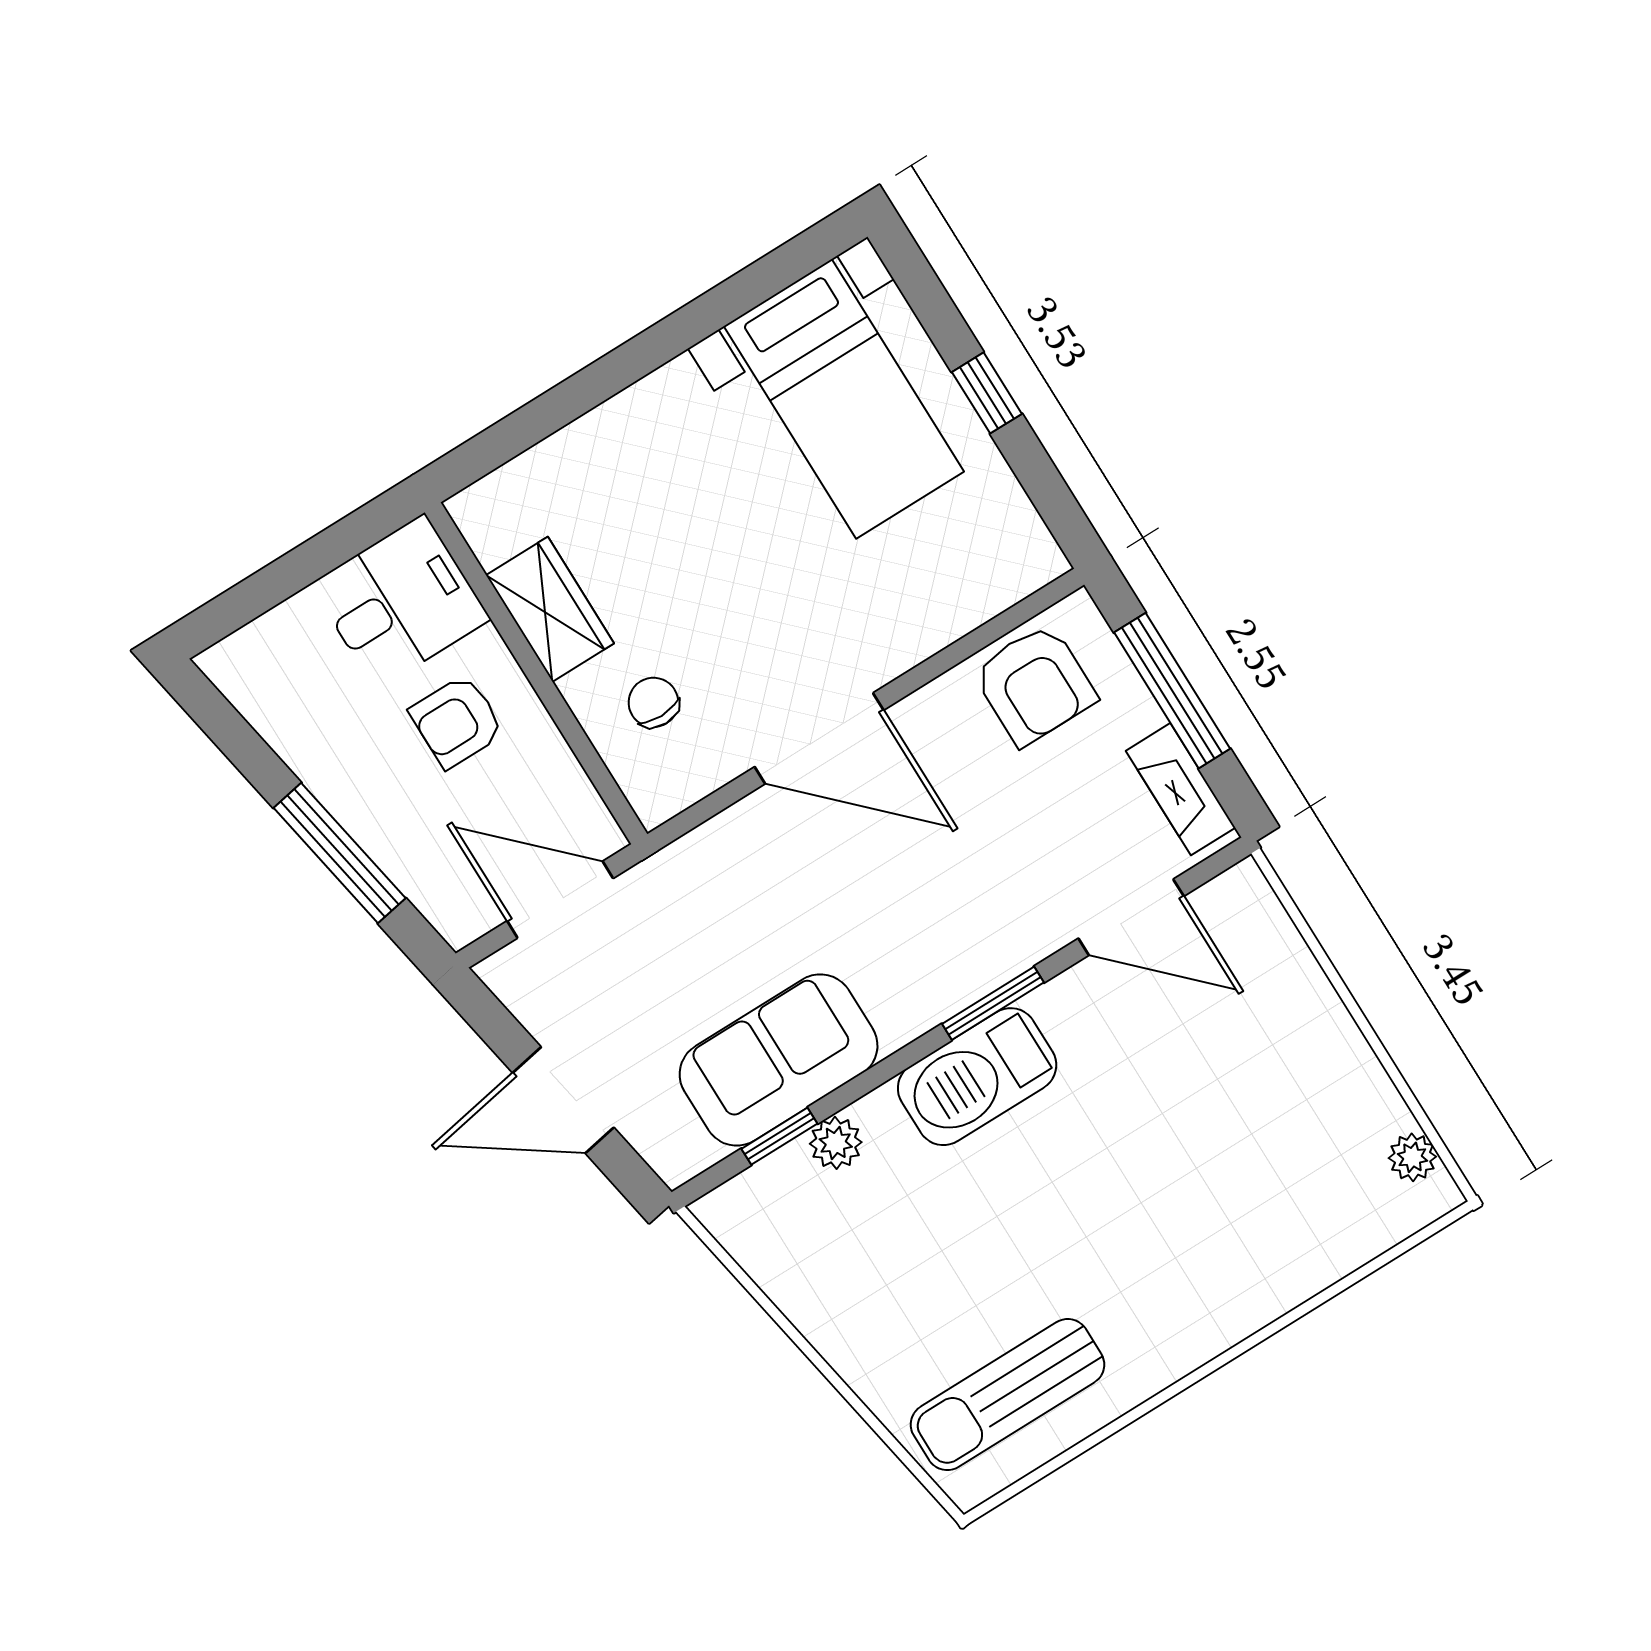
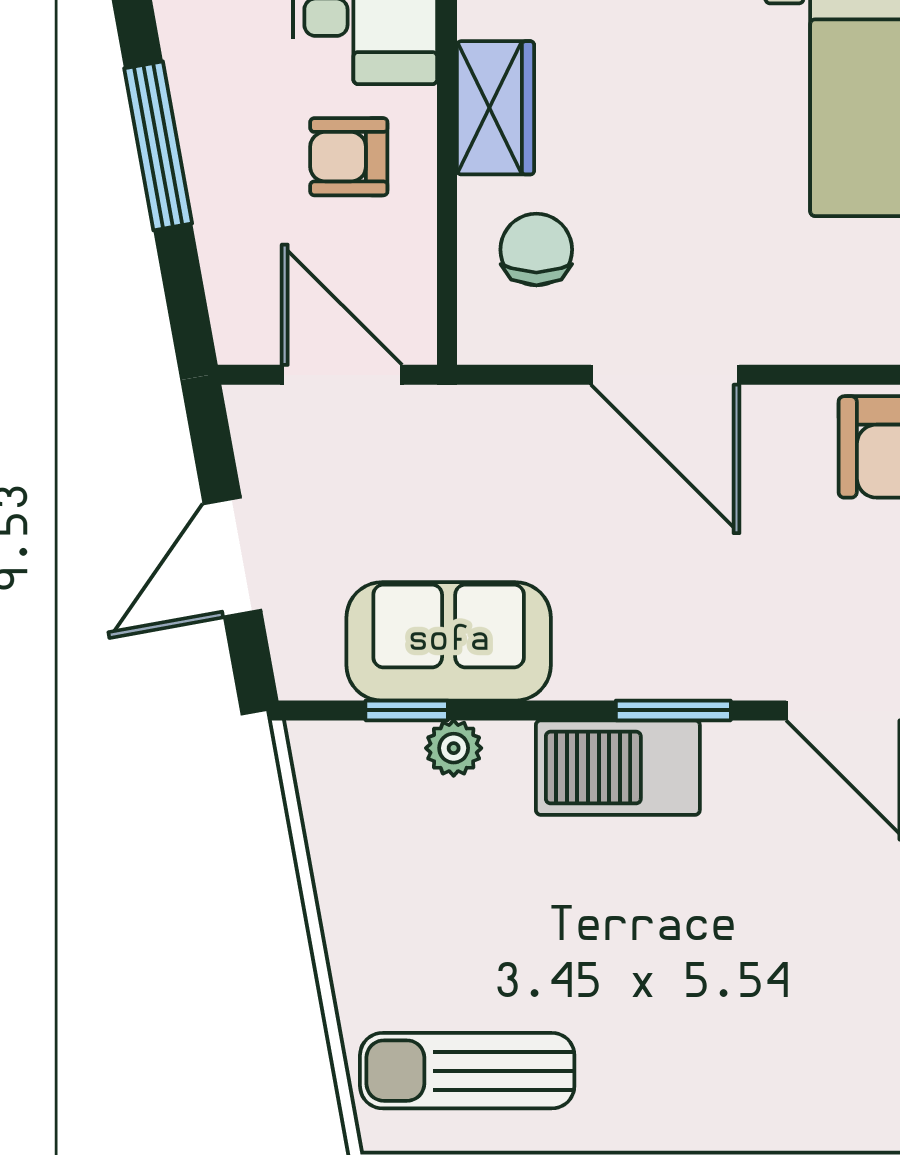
chair: (653, 702) -> (536, 250), width x1.37, depth x1.37
window: (340, 853) -> (158, 146), moved
door: (563, 1100) -> (232, 557), hinge flipped

